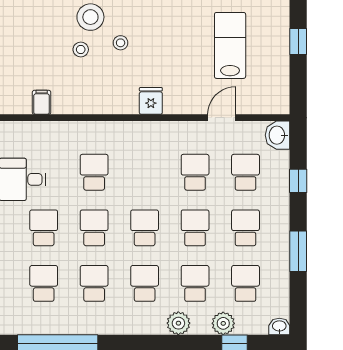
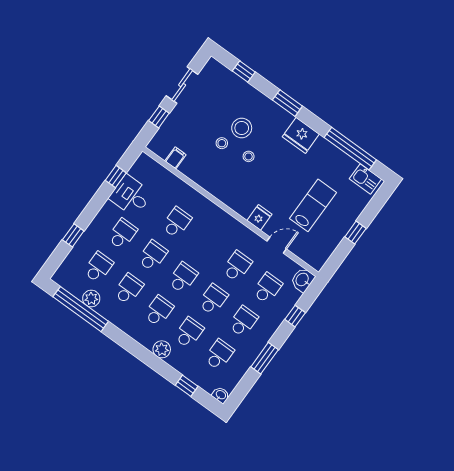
fridge: (151, 101) -> (259, 217), moved
plant: (223, 323) -> (91, 299), moved

